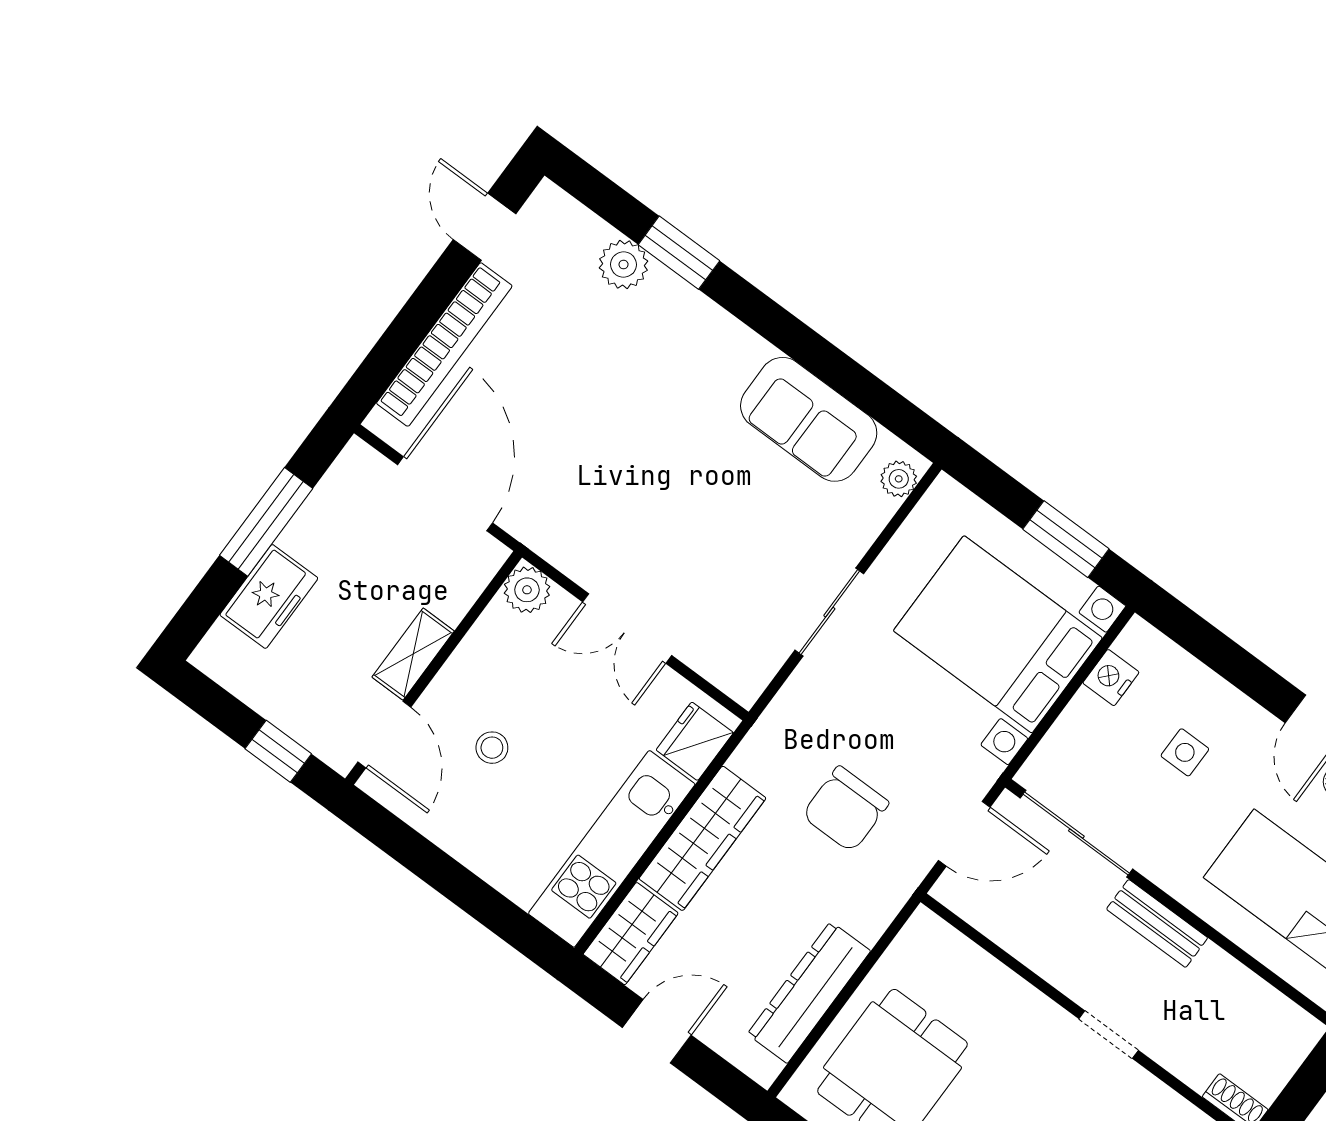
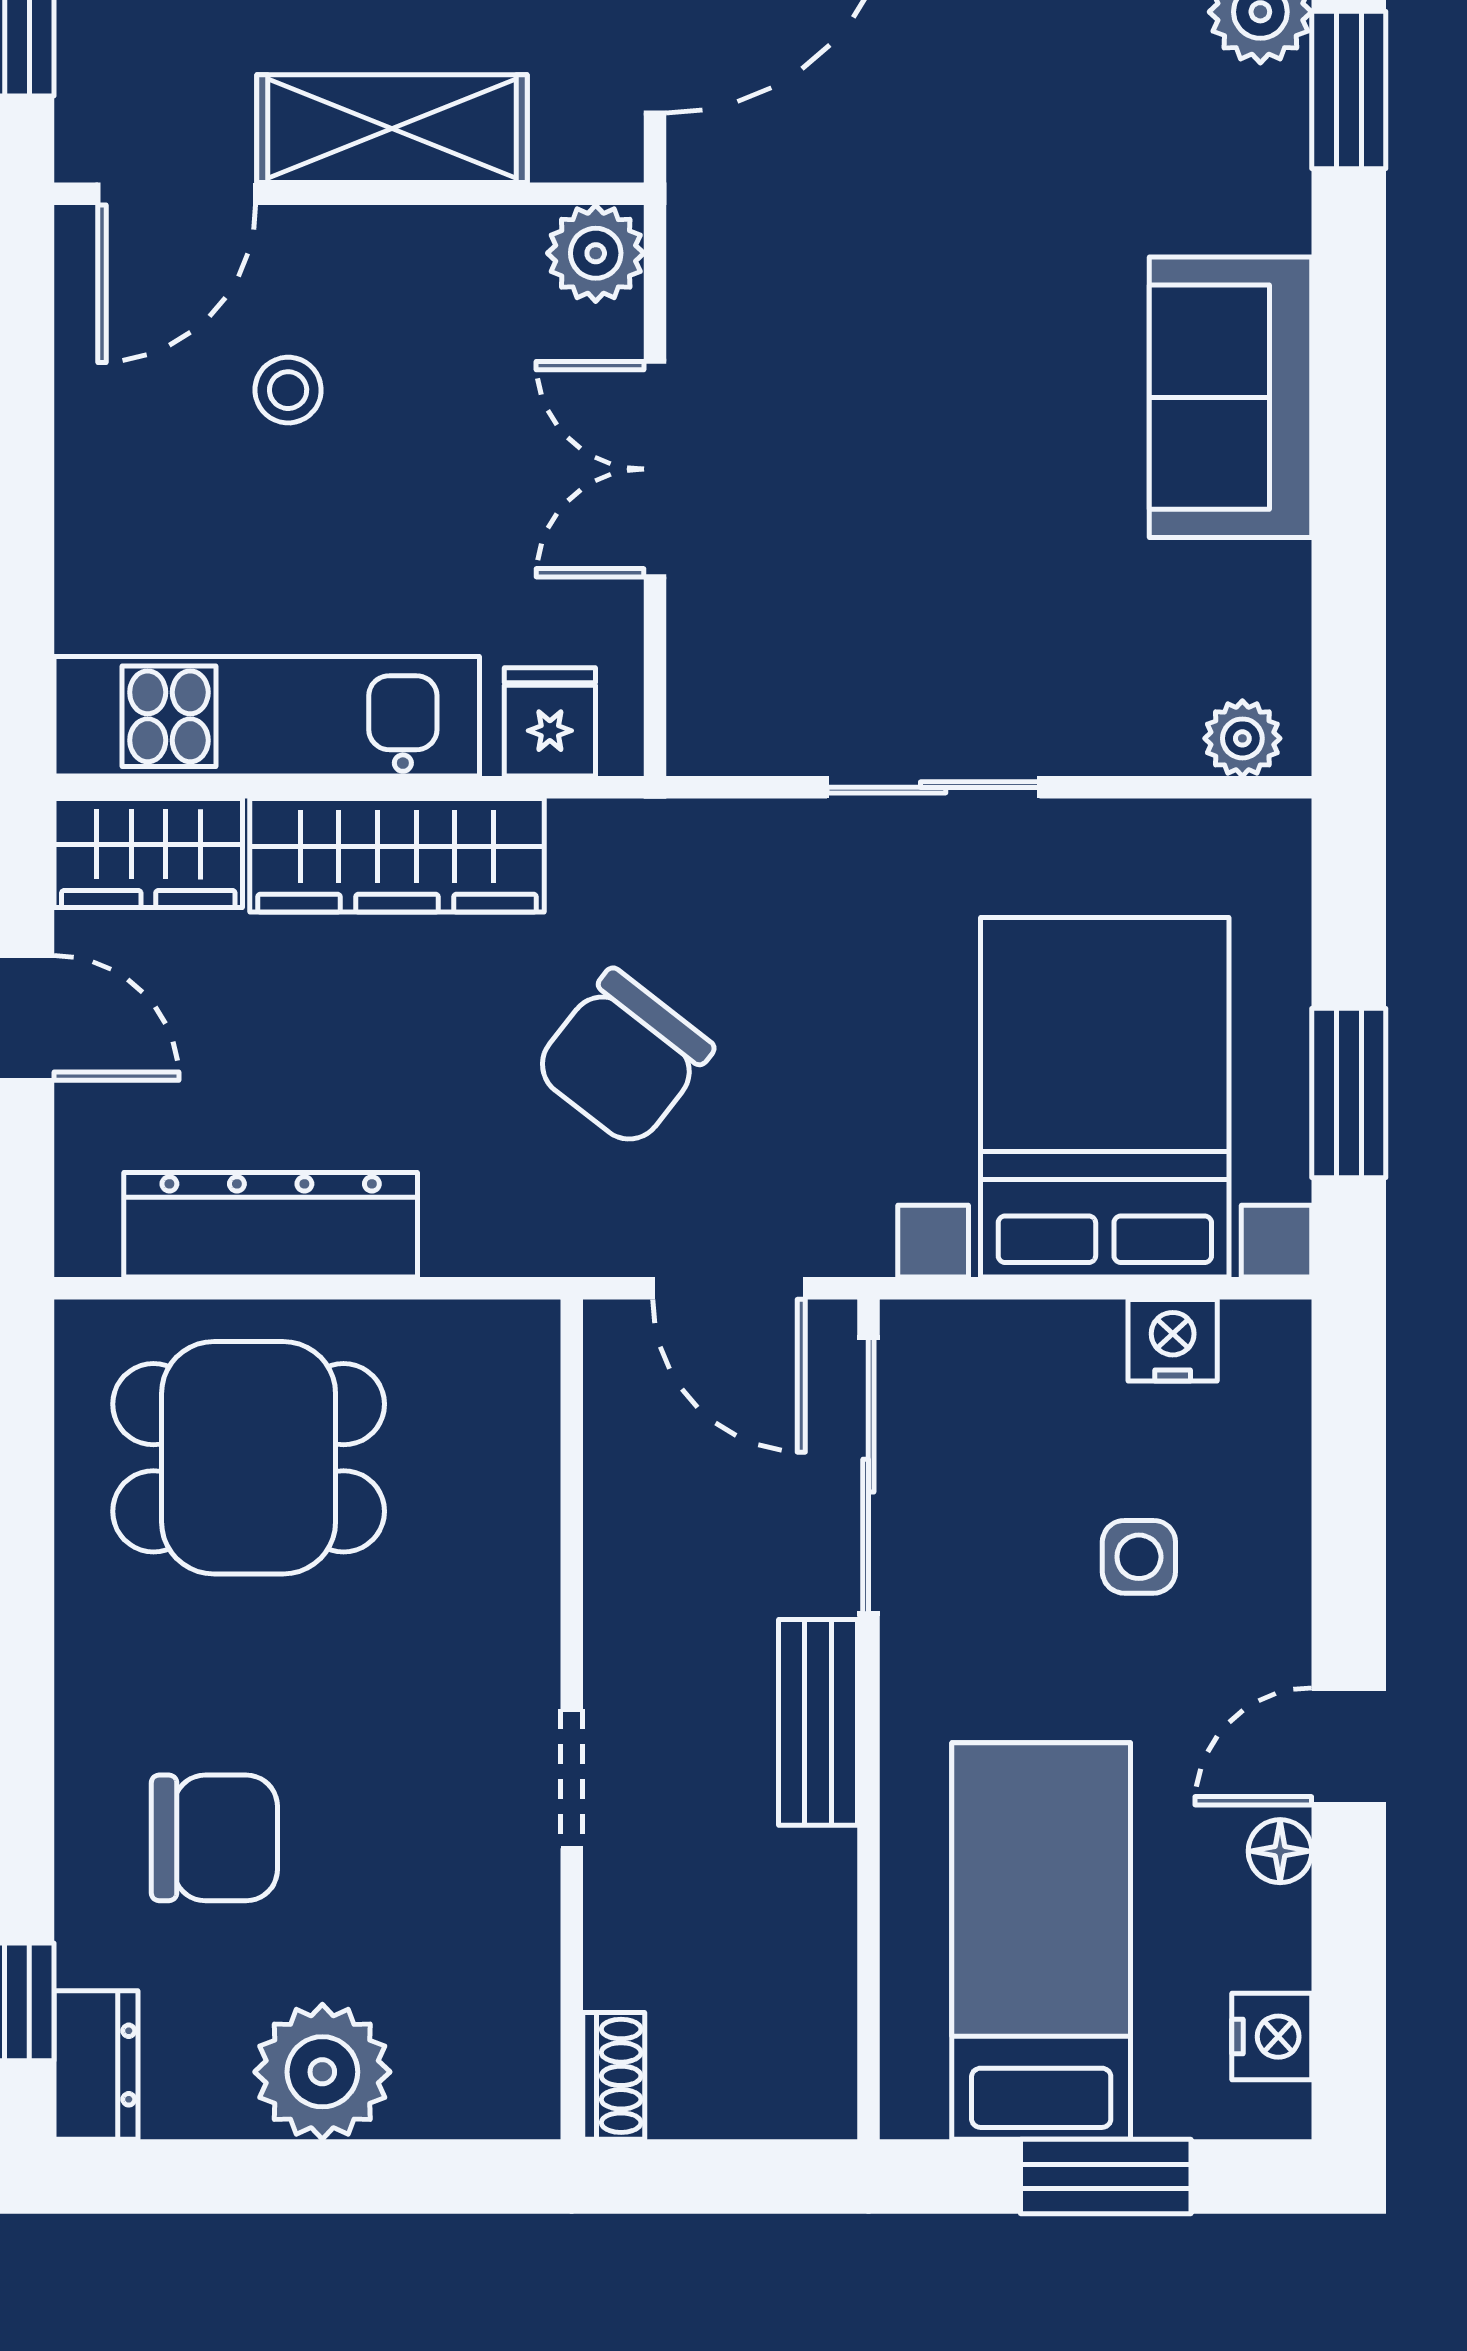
sofa: (809, 419) -> (1231, 397), moved
shelving: (413, 654) -> (392, 129), width x1.50, depth x1.33
fridge: (695, 741) -> (550, 722), width x0.72
chair: (845, 809) -> (623, 1059), turned -52

